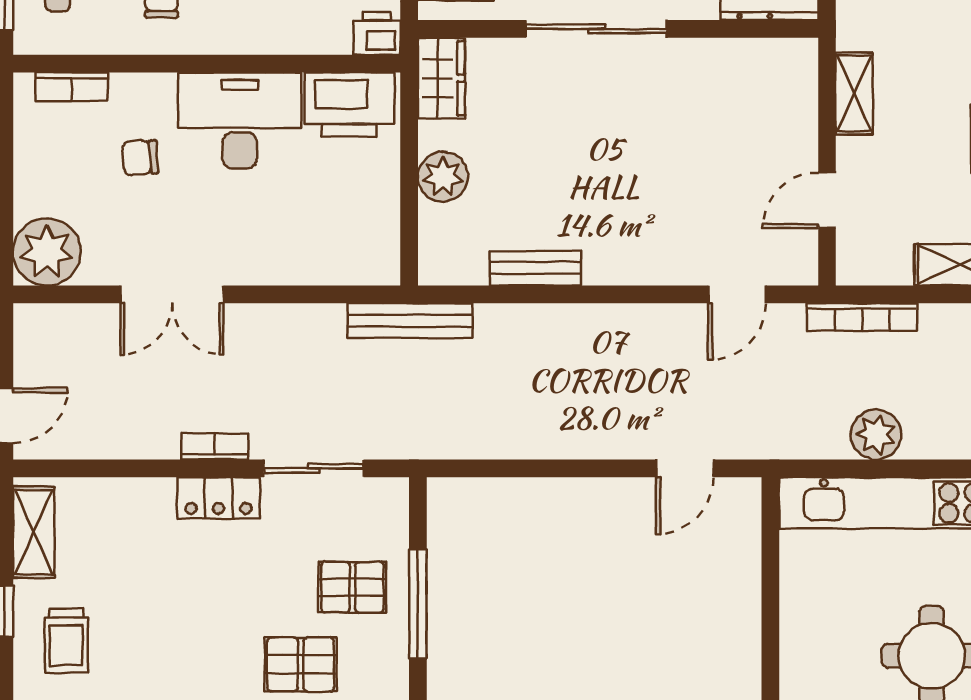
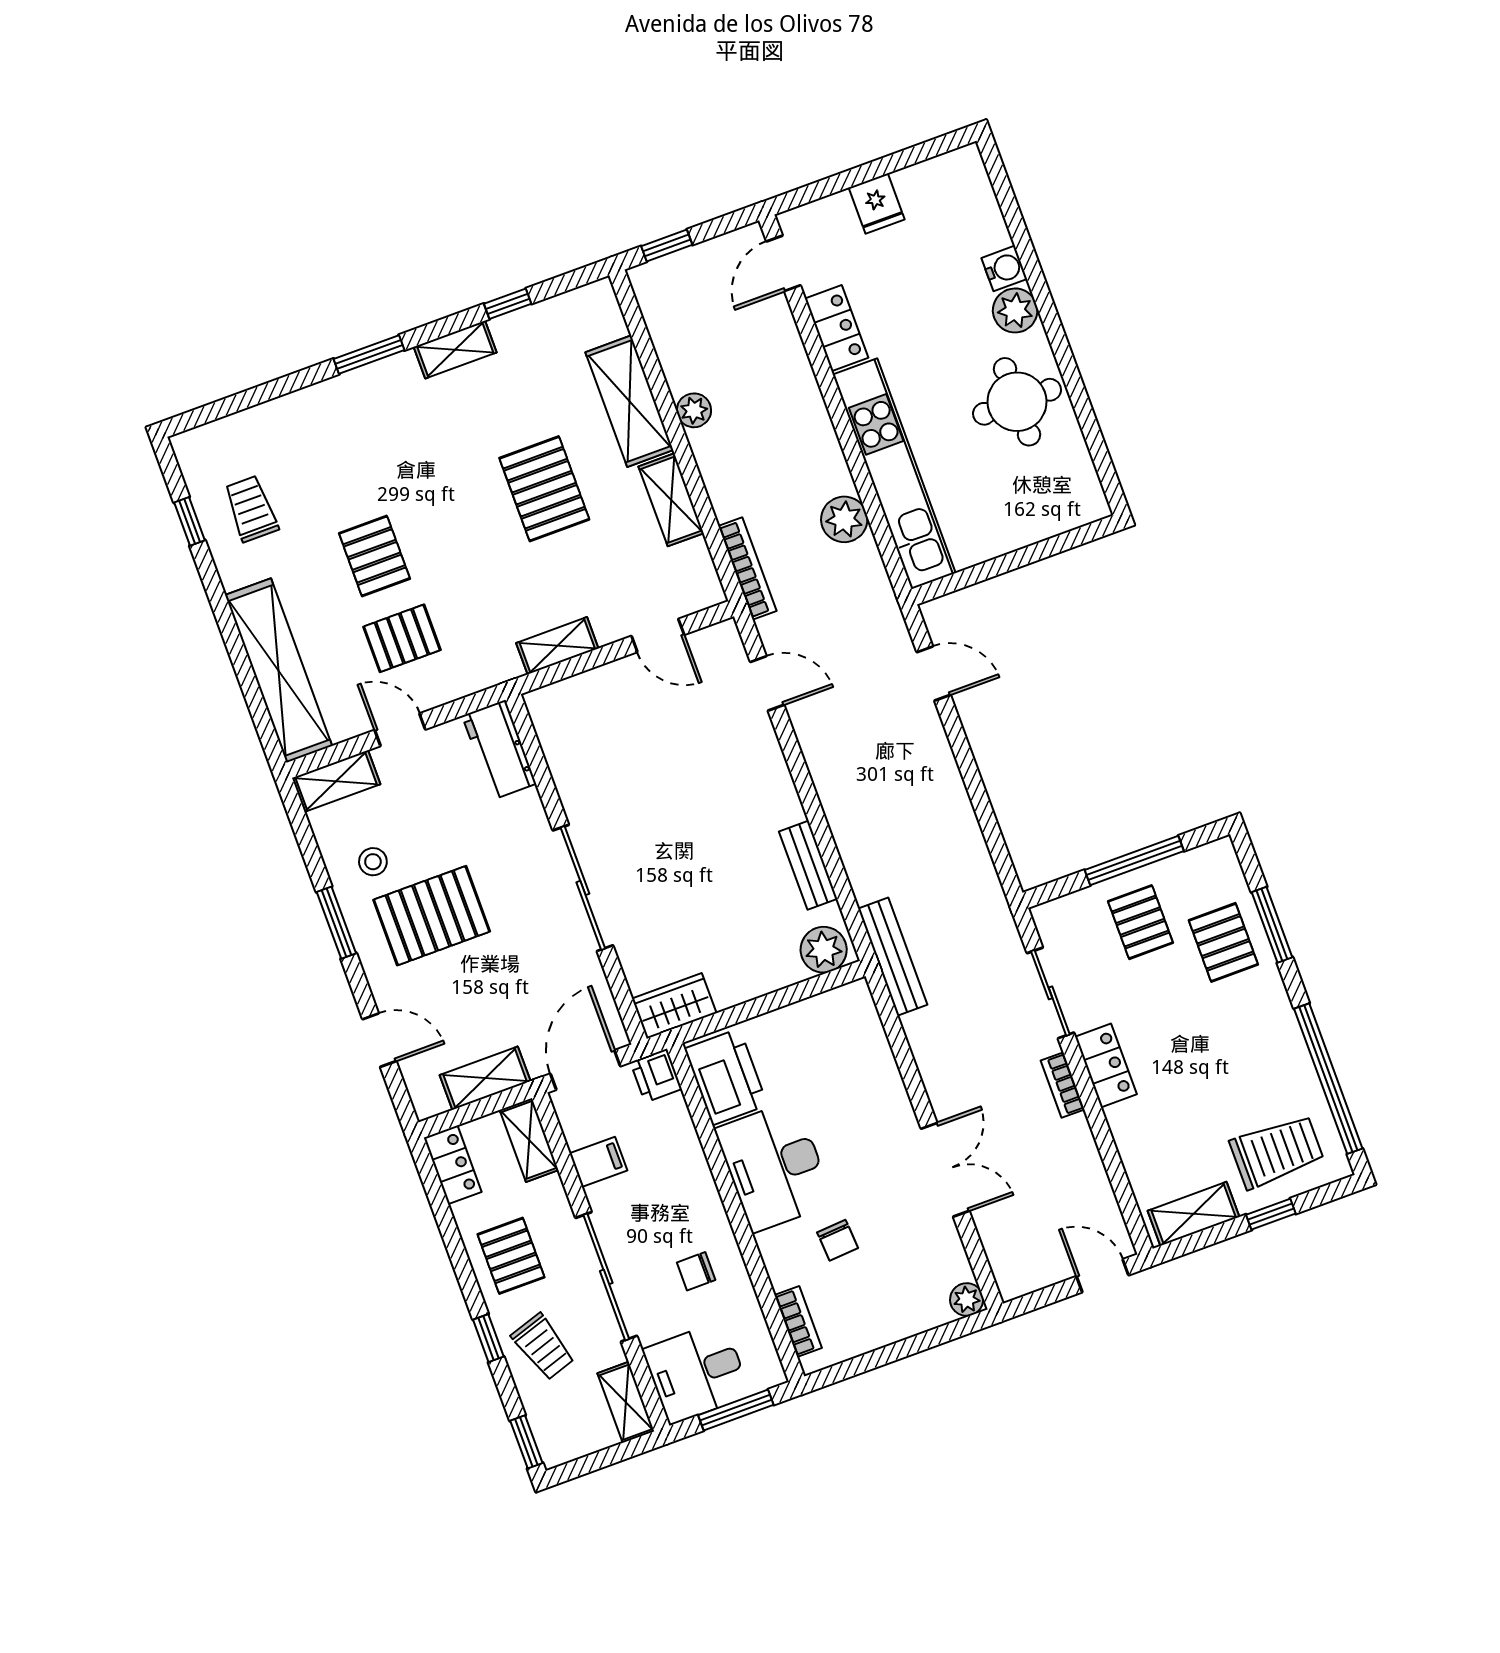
plant: (443, 177) -> (824, 950), moved
plant: (47, 252) -> (967, 1299), width x0.53, depth x0.53
trolley: (66, 641) -> (1277, 1151), width x1.36, depth x1.39

